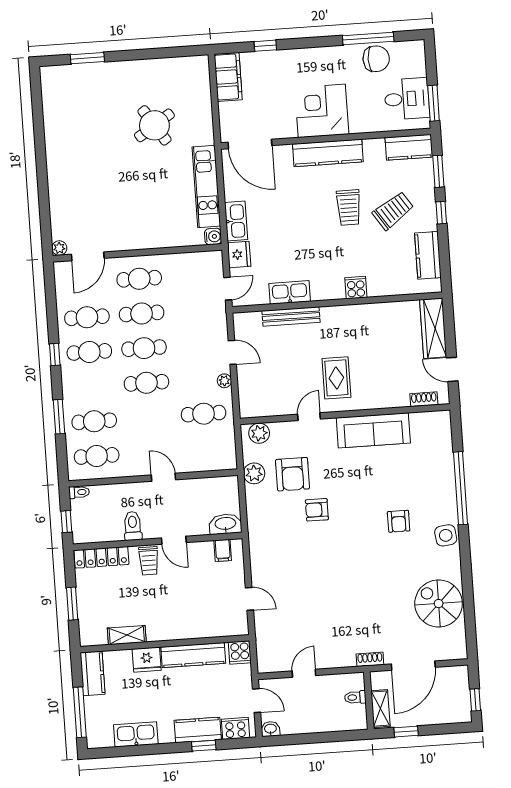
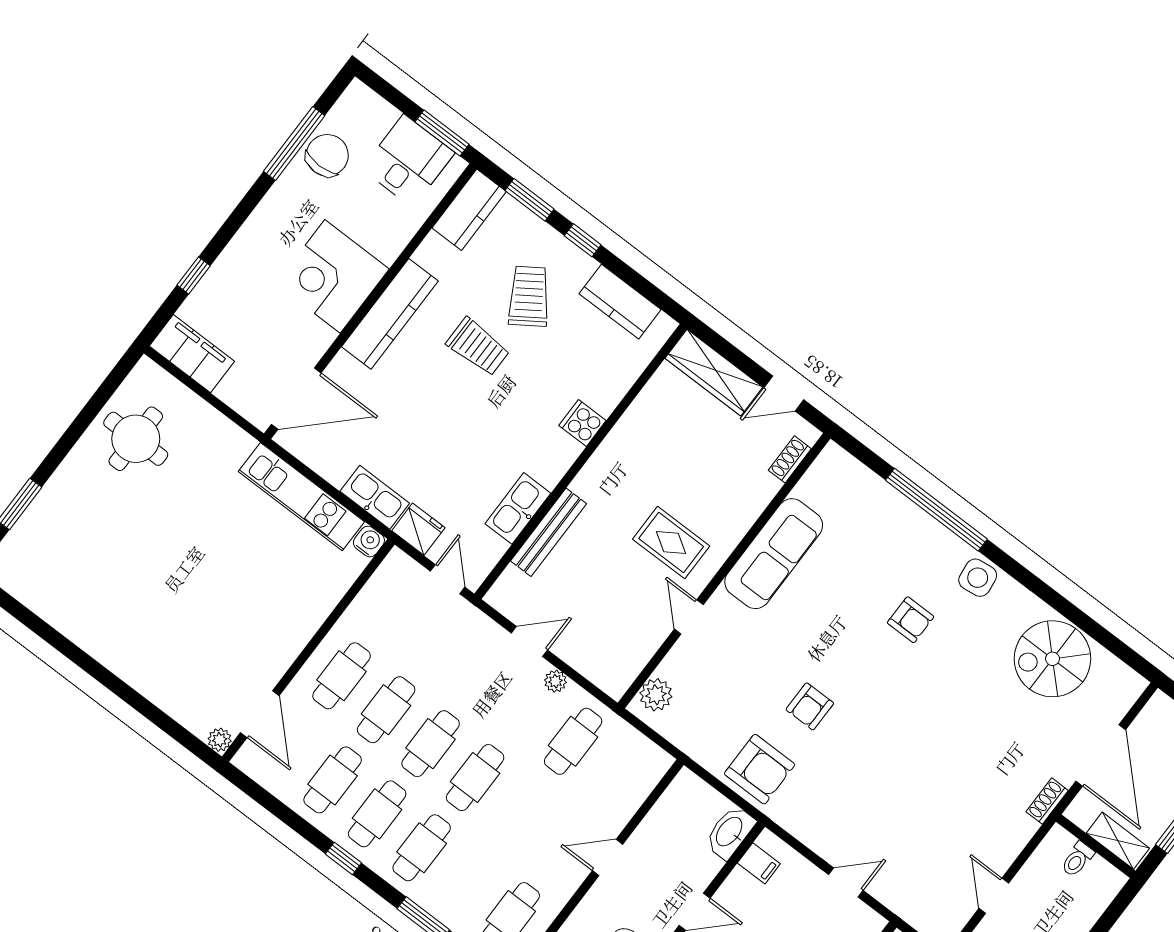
round table: (154, 125) -> (136, 439), moved, turned 33
cafe table: (94, 421) -> (422, 848), moved
plant: (254, 473) -> (699, 744), removed
armchair: (293, 474) -> (760, 769), moved

